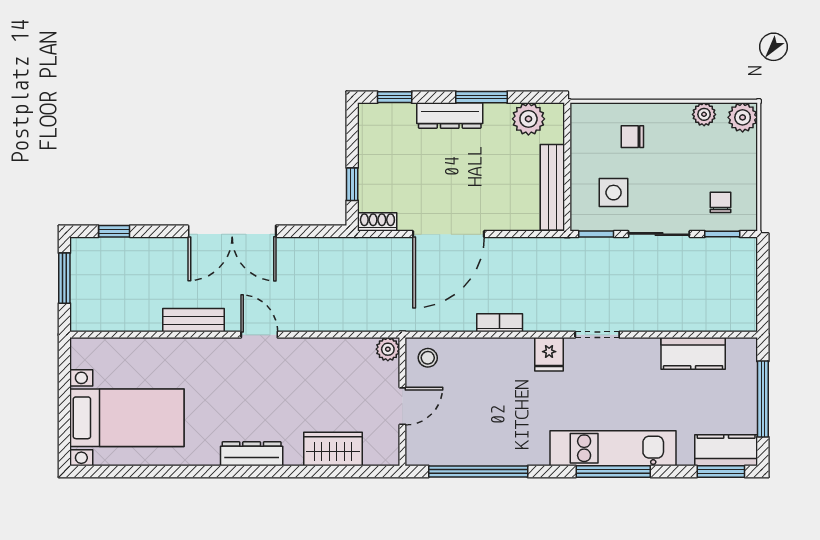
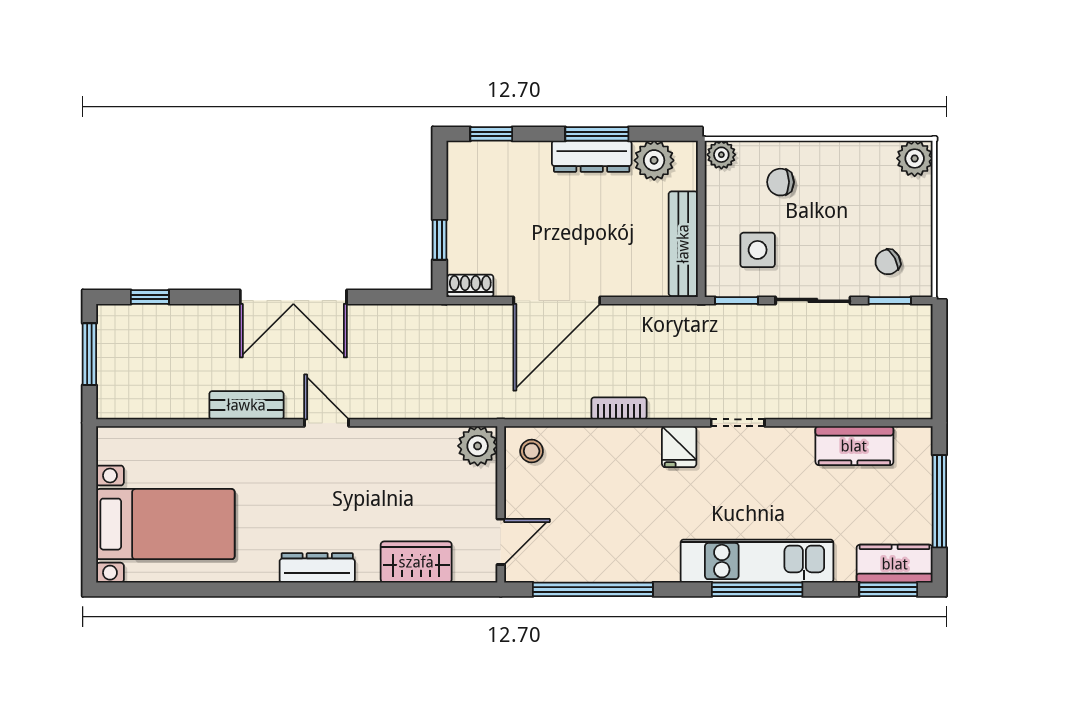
plant: (704, 114) -> (721, 155), moved
dresser: (450, 116) -> (592, 156), moved
chair: (721, 202) -> (888, 262), turned -119
plant: (388, 349) -> (478, 446), width x1.38, depth x1.38
door: (402, 406) -> (501, 542), moved

